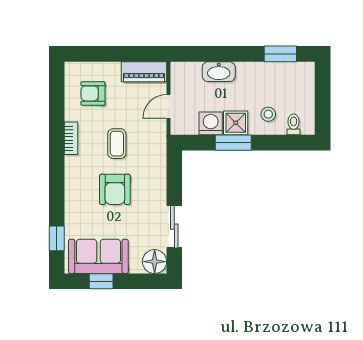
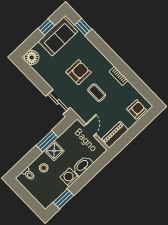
armchair: (93, 93) -> (136, 109), moved
washing machine: (211, 123) -> (69, 177), moved, turned 180
armchair: (115, 189) -> (79, 72), turned 90
sliding door: (174, 227) -> (58, 102), moved

